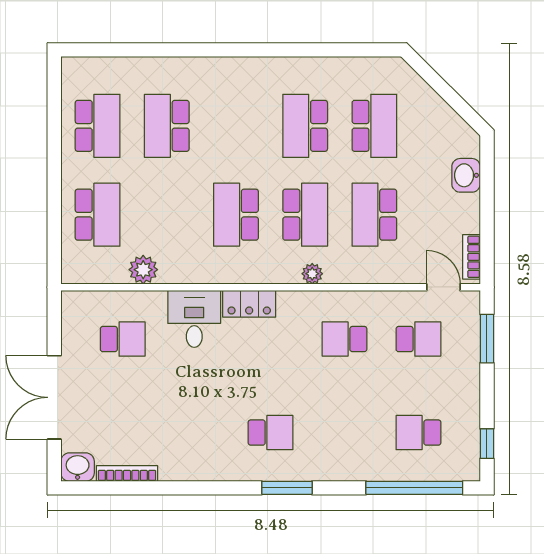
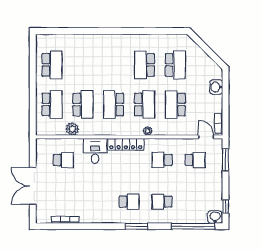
school desk: (167, 126) -> (83, 105), moved, turned 180
locker: (249, 304) -> (126, 144), width x1.53
school desk: (418, 433) -> (162, 202), moved
washbasin: (78, 467) -> (215, 217), moved

